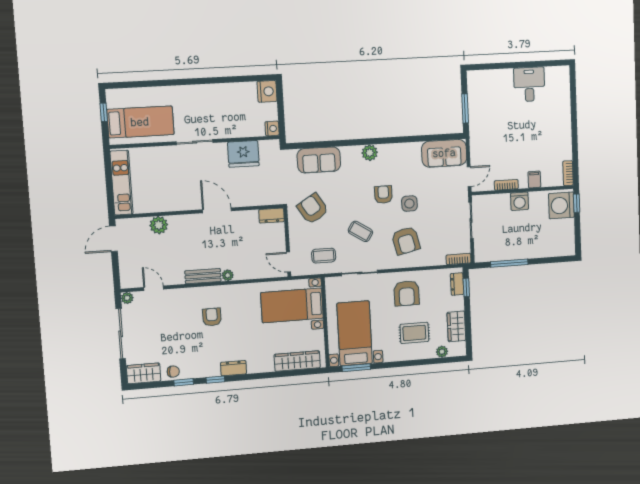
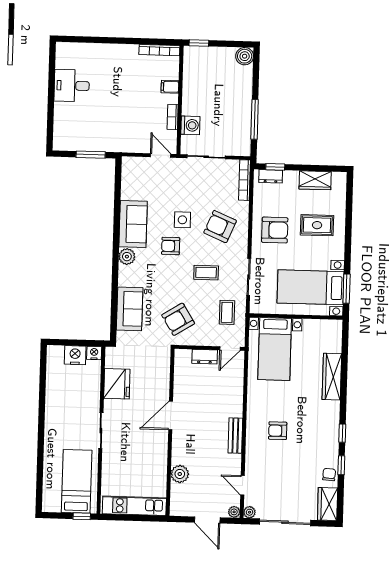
nightstand: (267, 91) -> (75, 355), moved
window: (104, 112) -> (82, 516), moved
sofa: (444, 153) -> (133, 224), moved
bookcase: (568, 173) -> (159, 50), width x1.56
washing machine: (520, 201) -> (190, 125), moved
washing machine: (561, 205) -> (200, 60), removed
dresser: (272, 216) -> (205, 357), moved, turned 90
coffee table: (360, 231) -> (206, 273), turned 57
door: (113, 239) -> (207, 520), moved
armchair: (406, 241) -> (220, 227), turned -144
boiler: (567, 248) -> (245, 56), added
bookcase: (459, 259) -> (244, 180), width x1.56
plant: (228, 275) -> (234, 512), moved
door: (154, 288) -> (242, 485), hinge flipped
rug: (414, 333) -> (317, 225), turned 90
plant: (442, 352) -> (340, 198), removed
wardrobe: (297, 361) -> (332, 377), moved
dresser: (234, 368) -> (333, 414), removed

